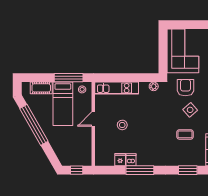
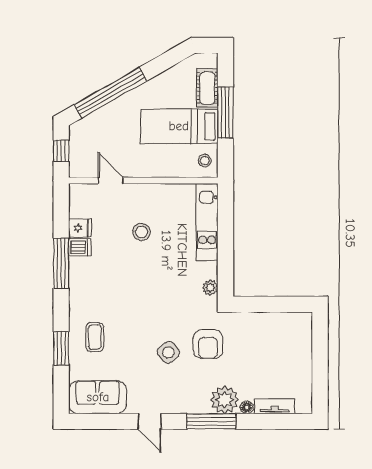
corner sofa: (183, 51) -> (273, 340), removed
window: (69, 78) -> (226, 112), moved
armchair: (185, 88) -> (208, 344), turned 90
door: (93, 119) -> (111, 180), moved
window: (34, 125) -> (110, 93), moved
coffee table: (185, 134) -> (95, 337), moved

